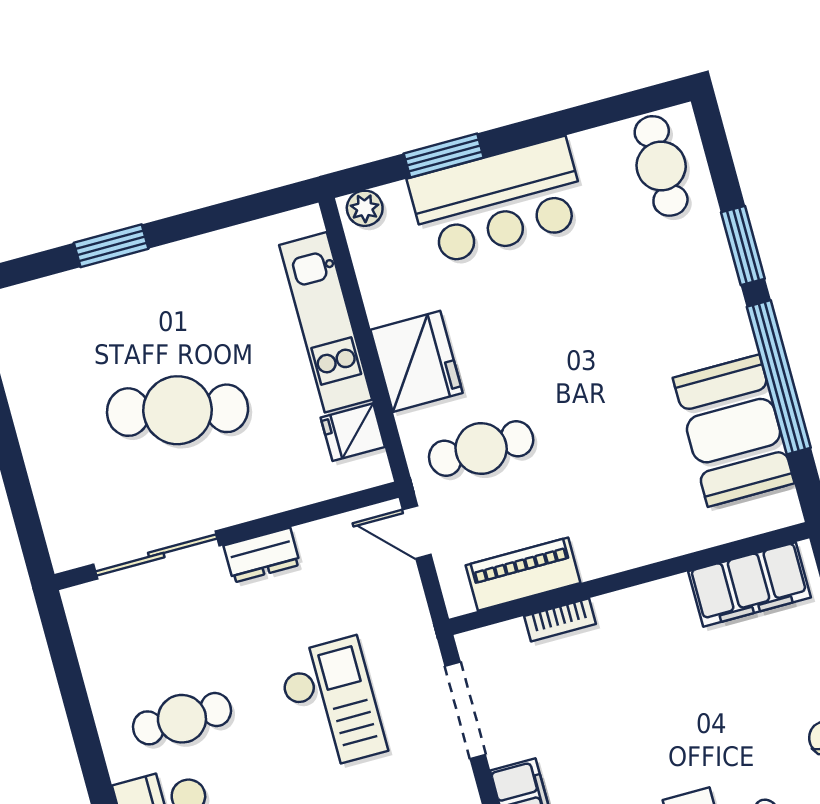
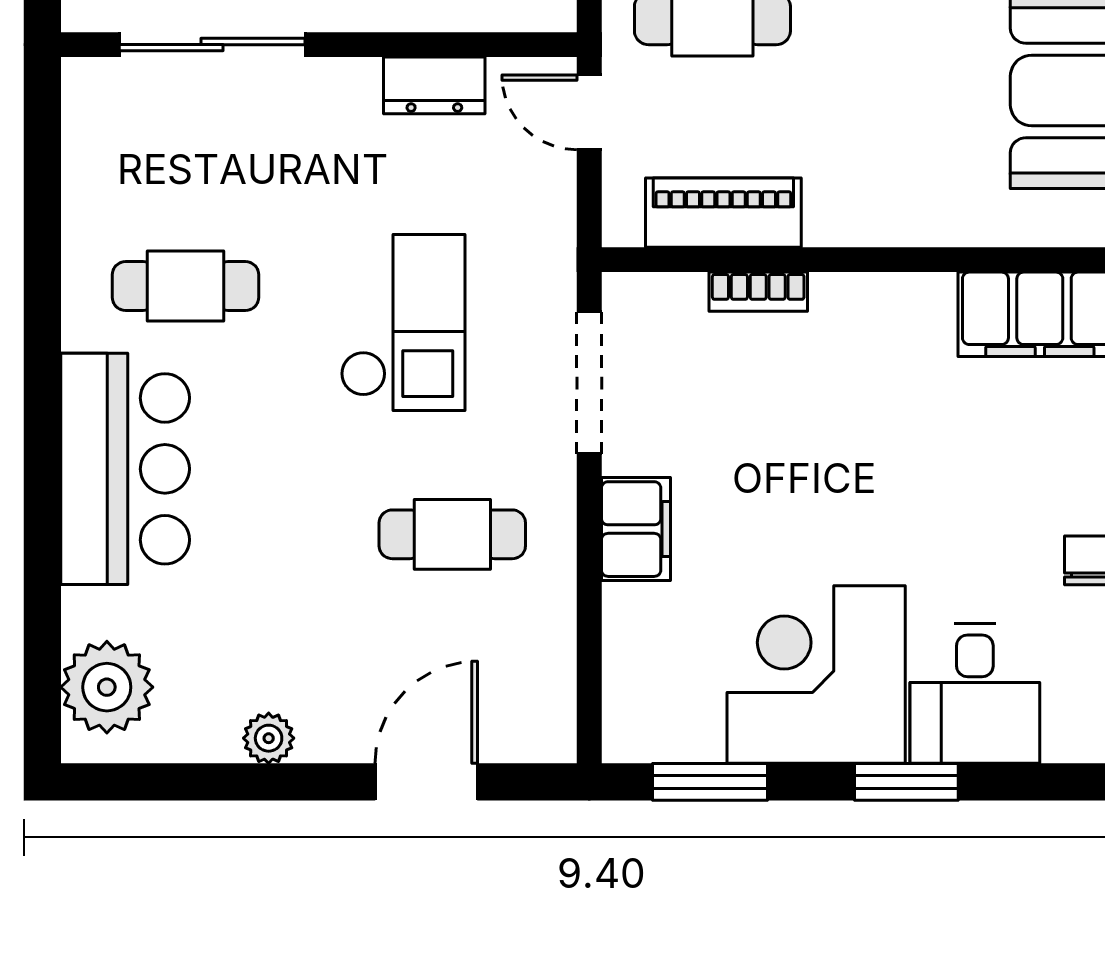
dresser: (262, 555) -> (434, 85), moved

